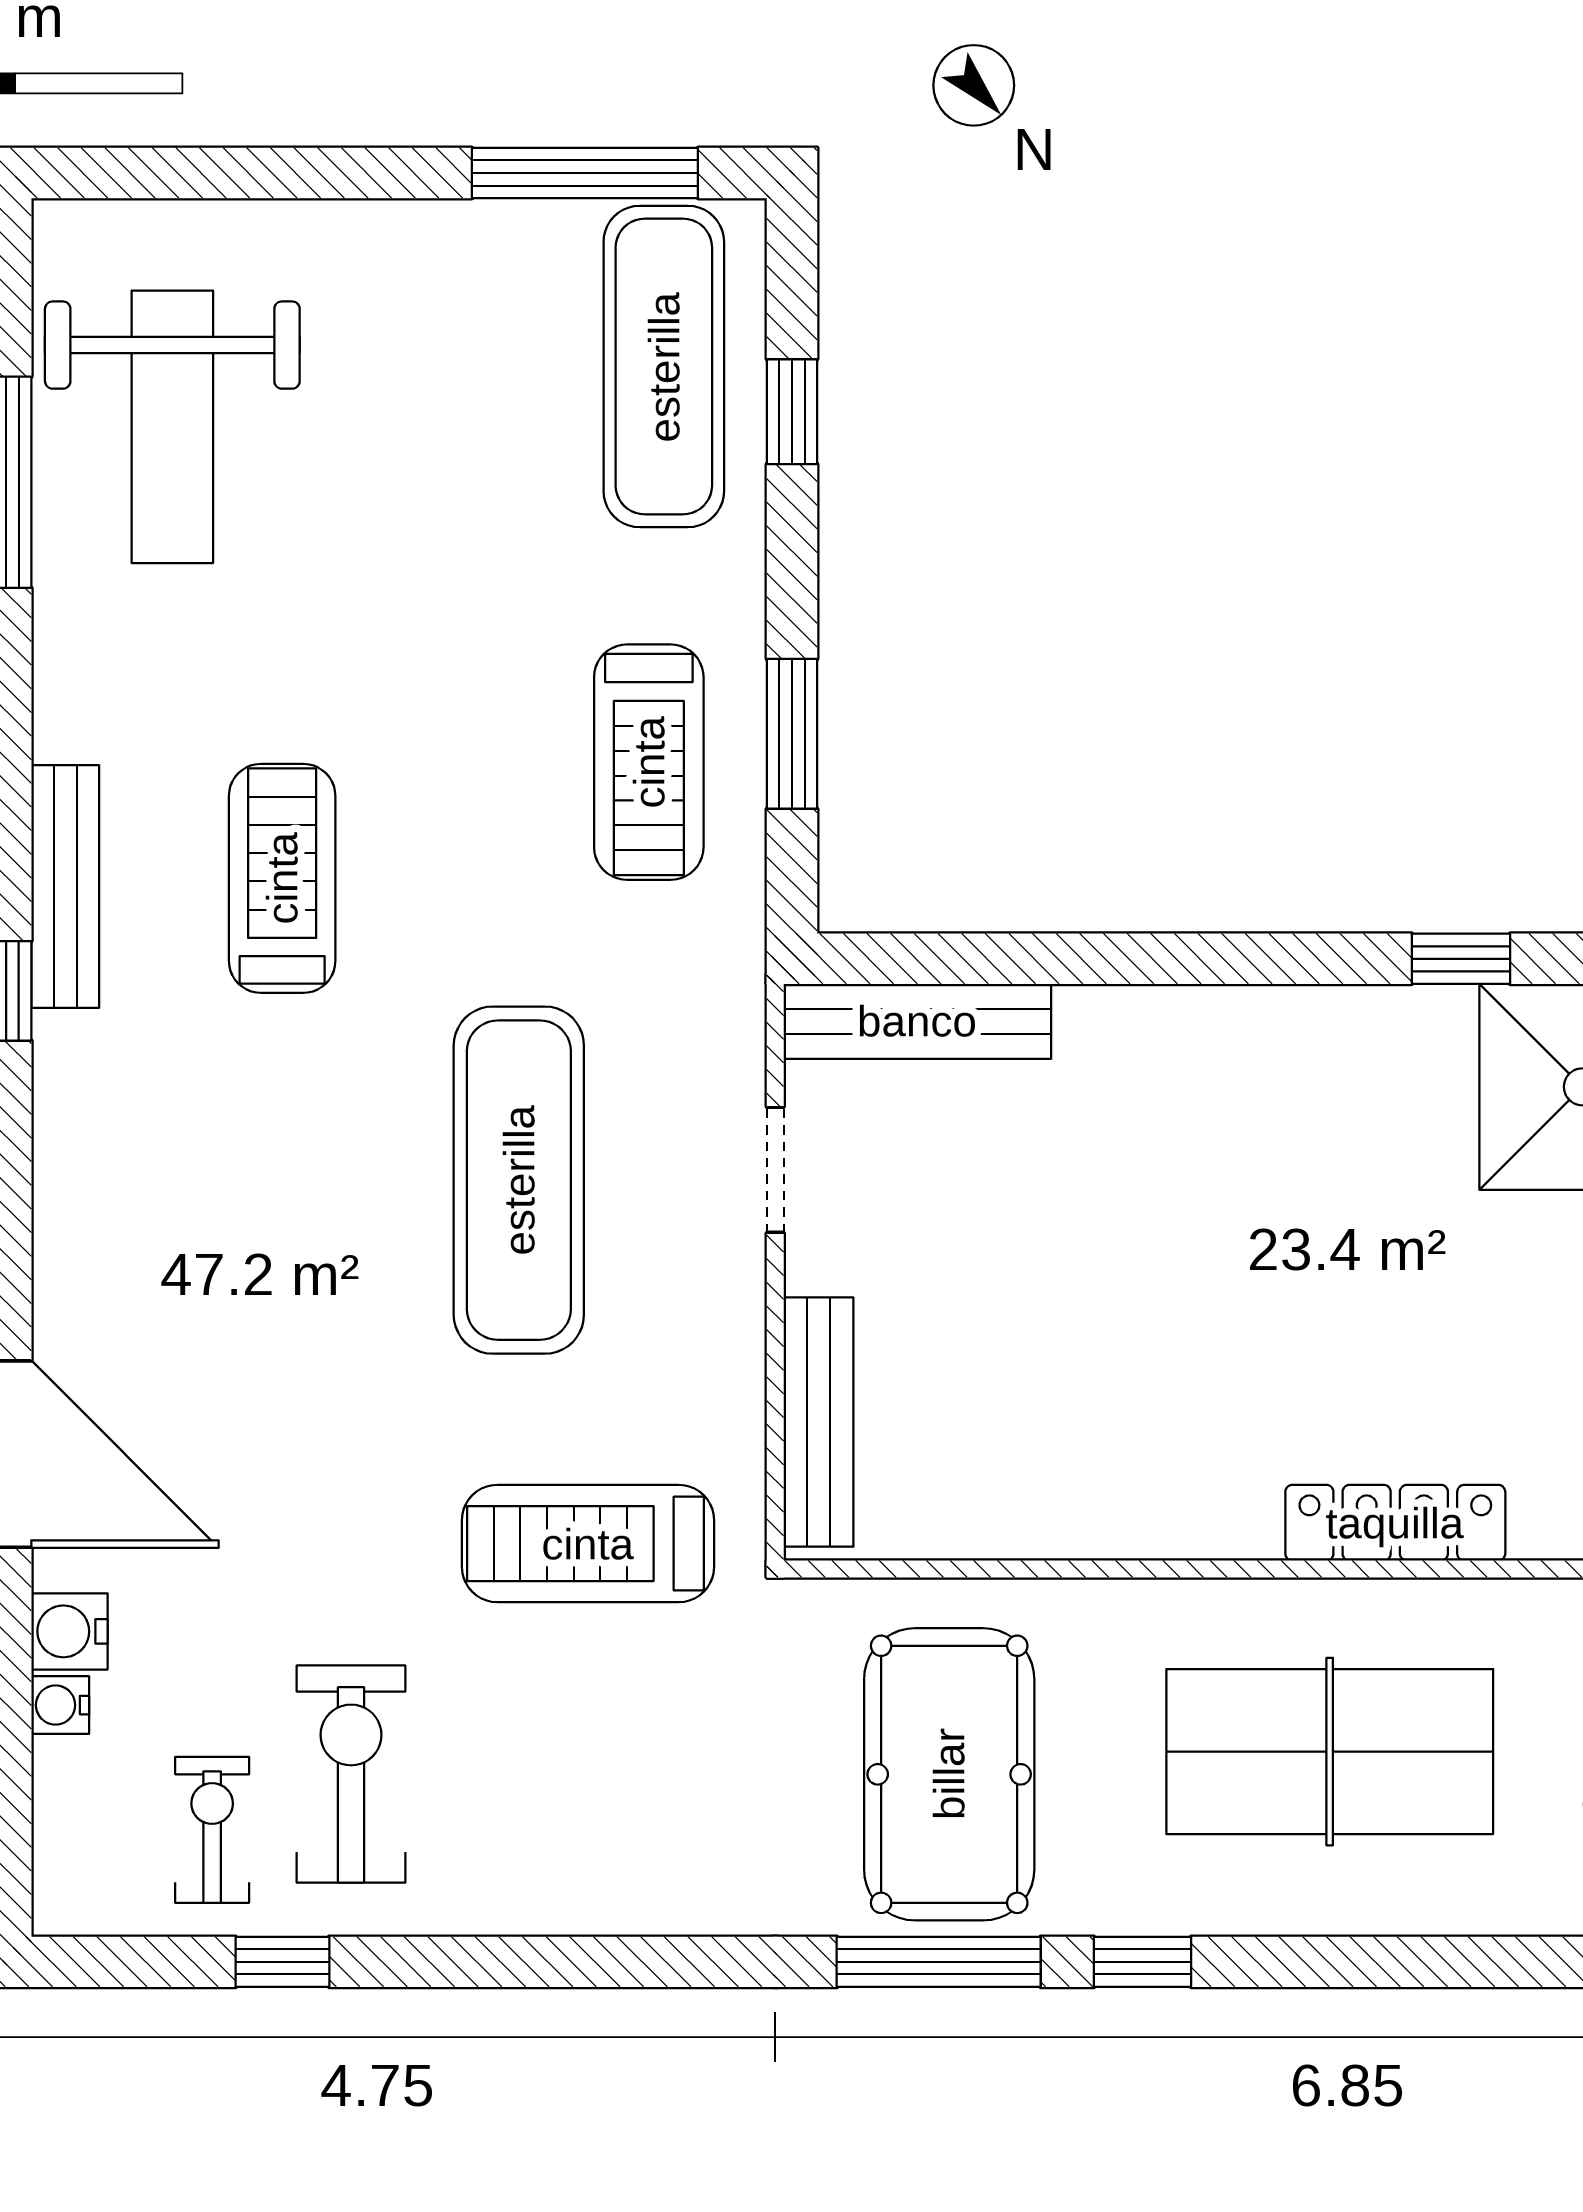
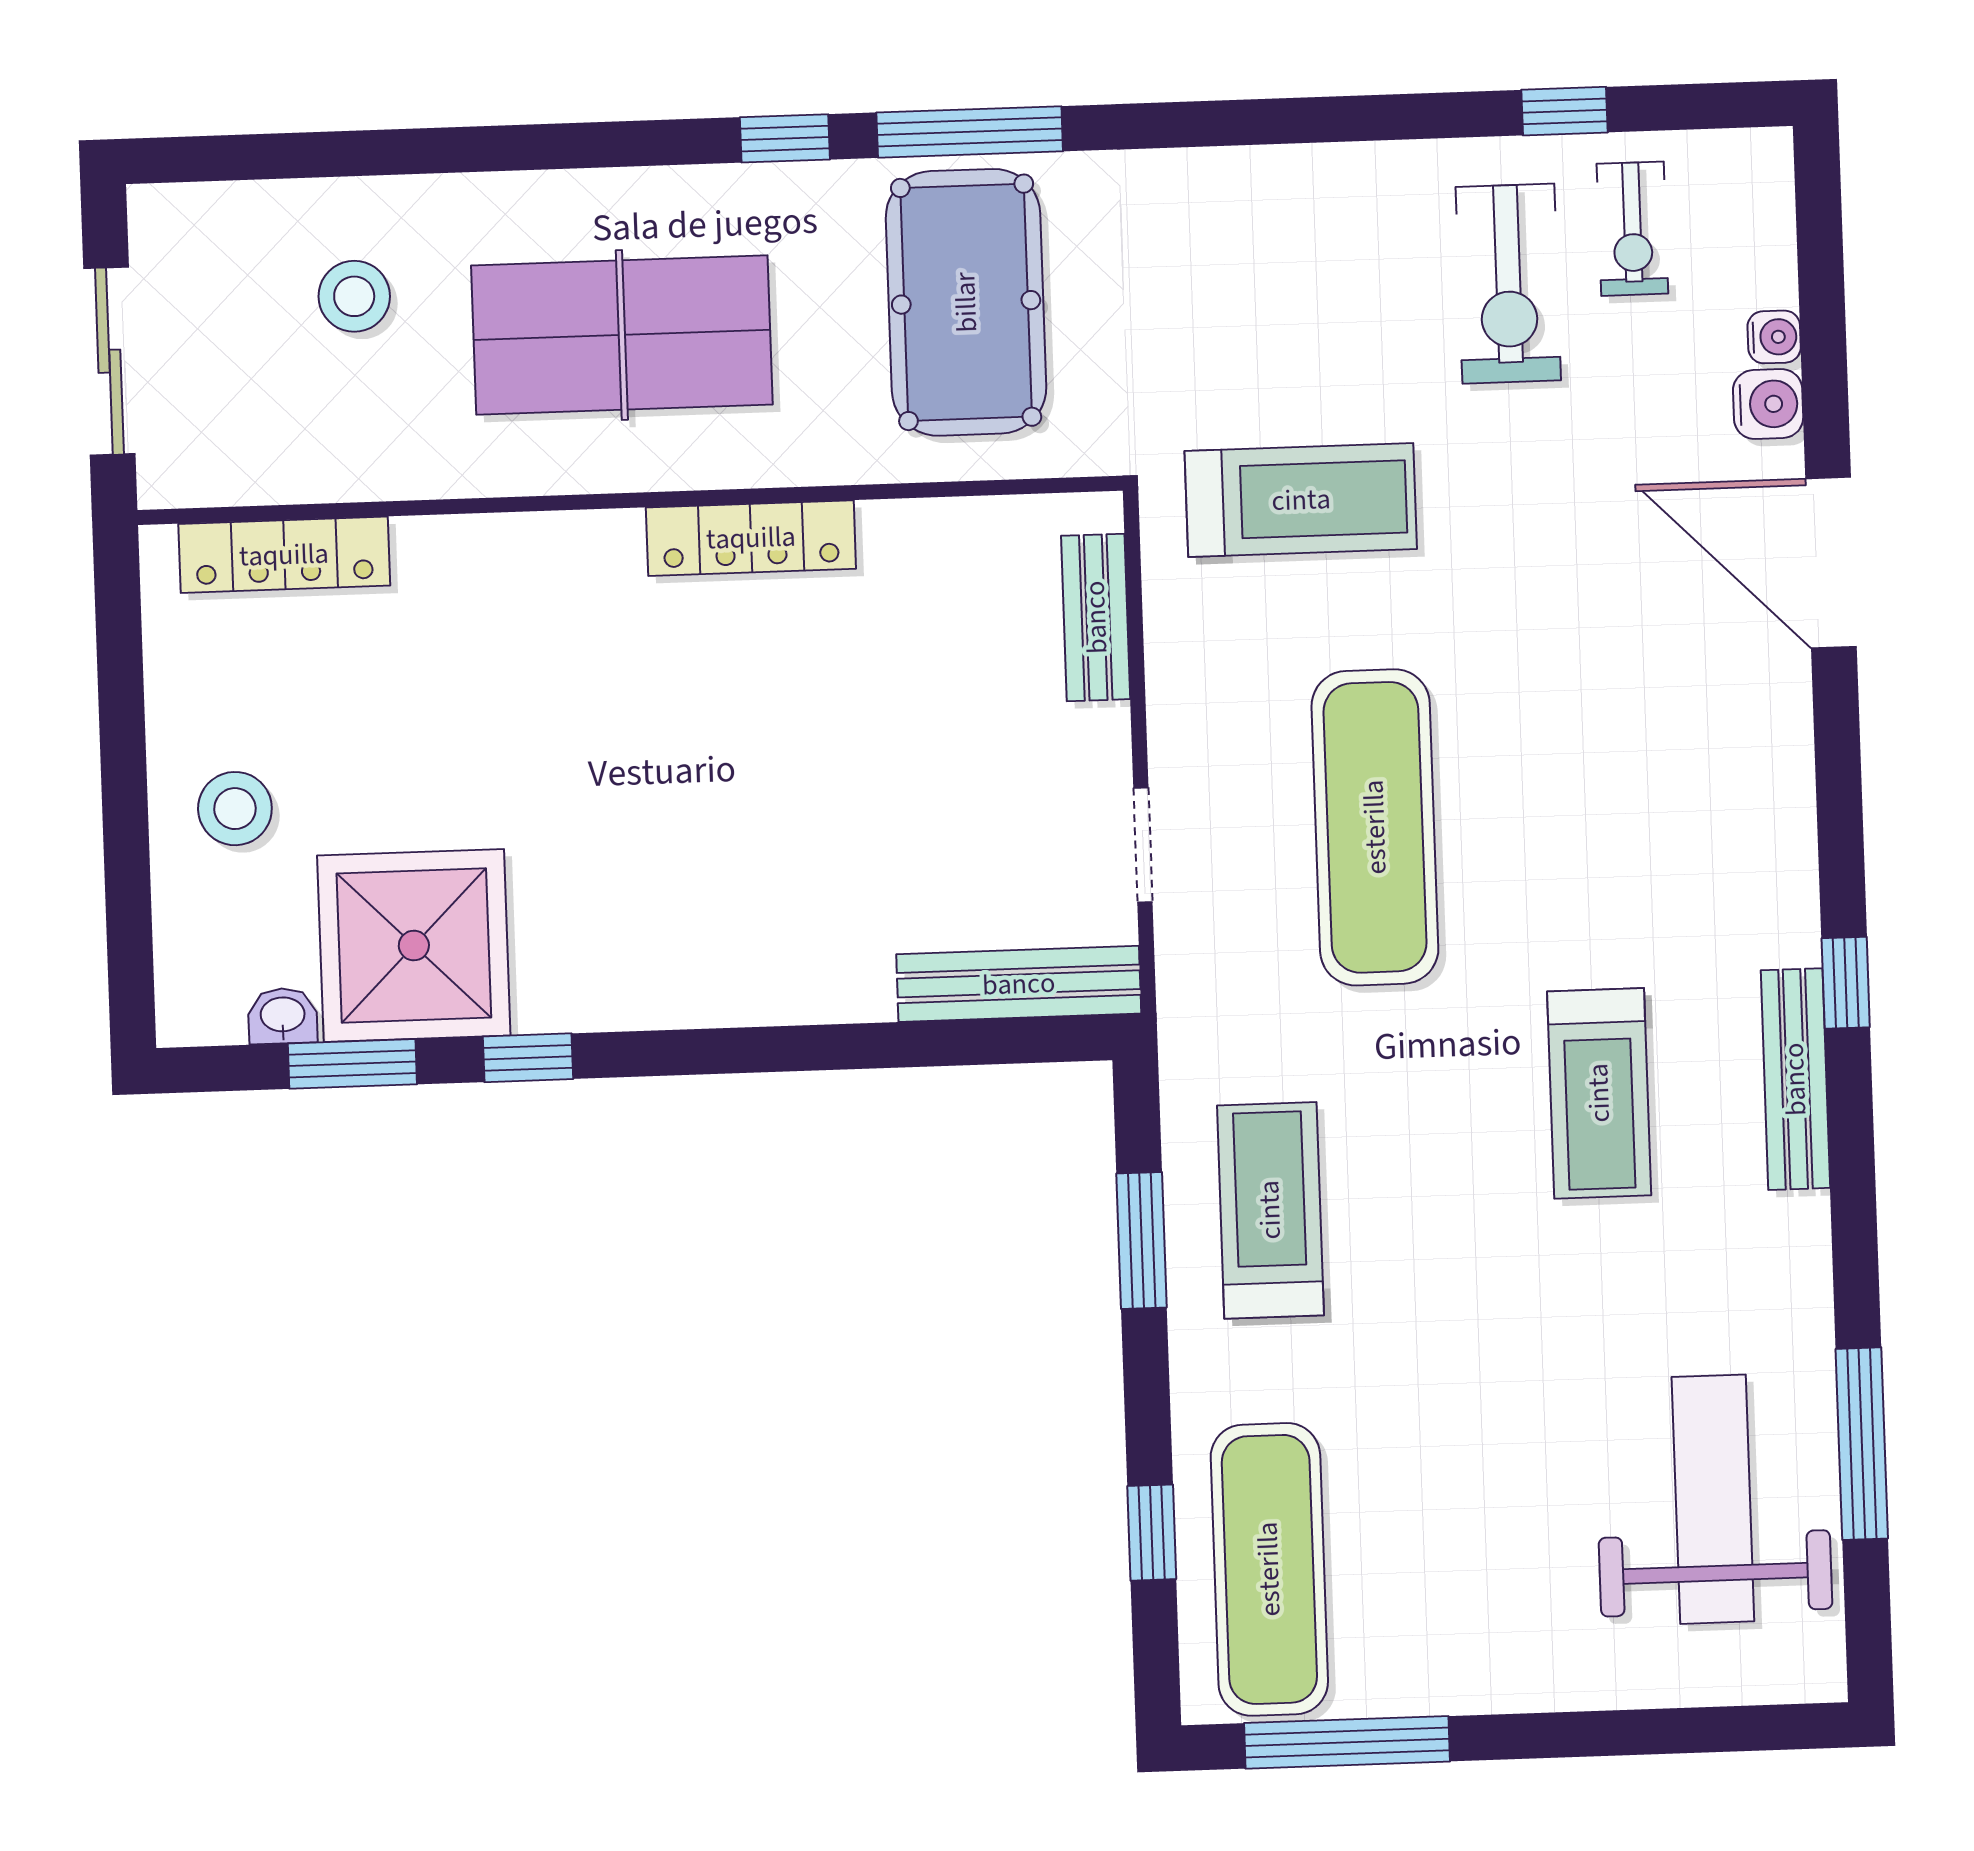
bench: (818, 1422) -> (1096, 617), width x0.73
locker: (1395, 1523) -> (751, 538), moved

